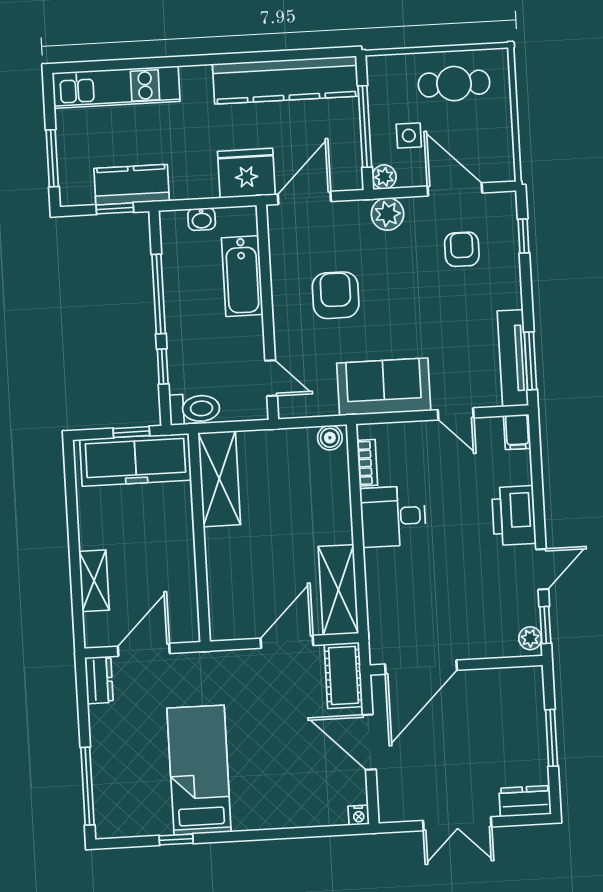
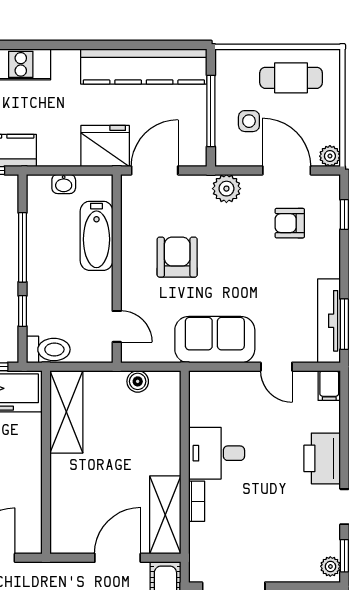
plant: (384, 177) -> (330, 156), moved
armchair: (462, 249) -> (290, 223), turned -90
boiler: (330, 438) -> (138, 381), moved
bookcase: (367, 463) -> (197, 501), moved

